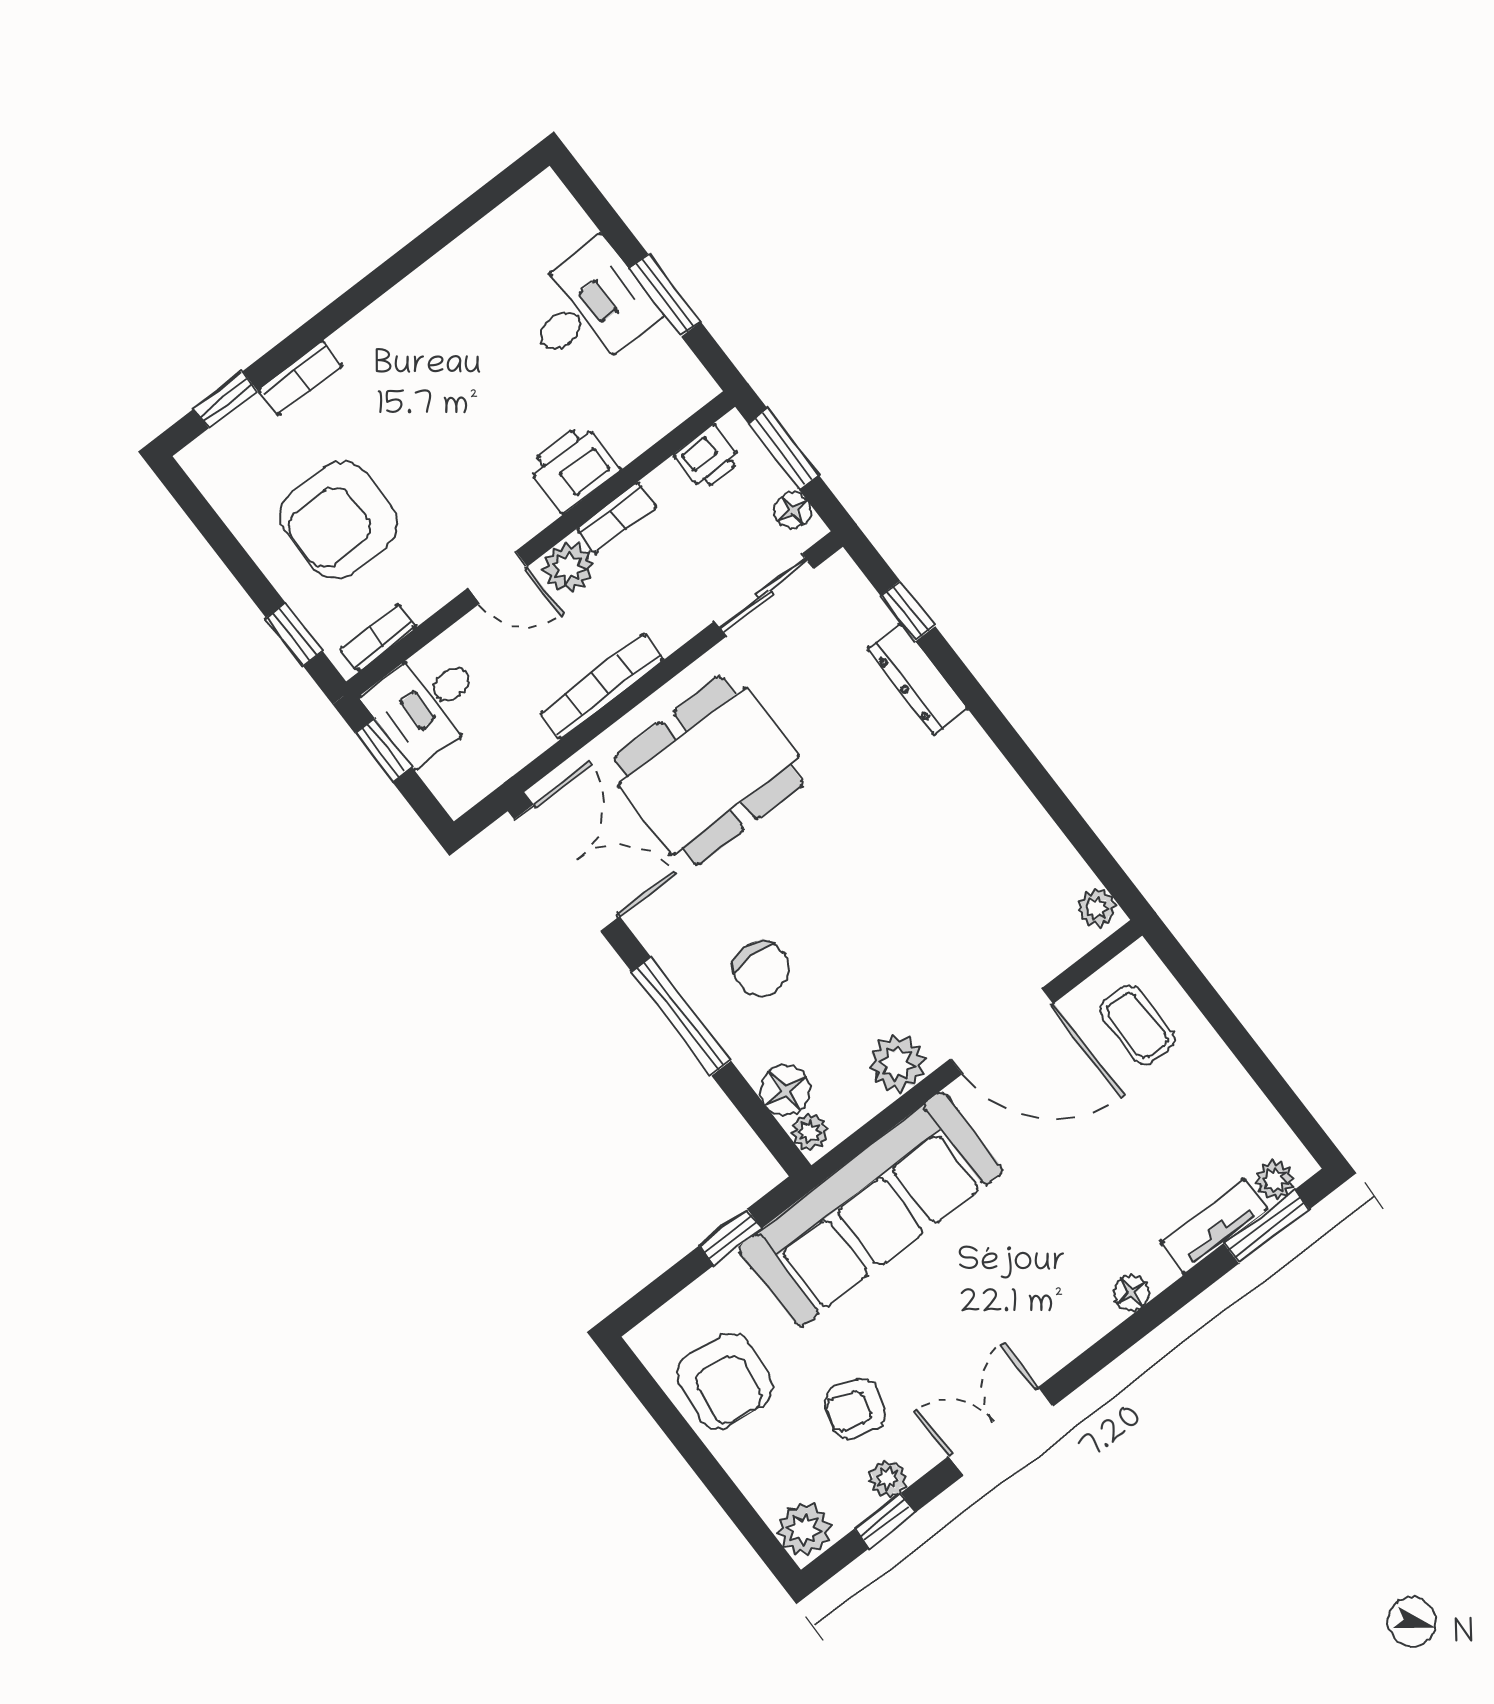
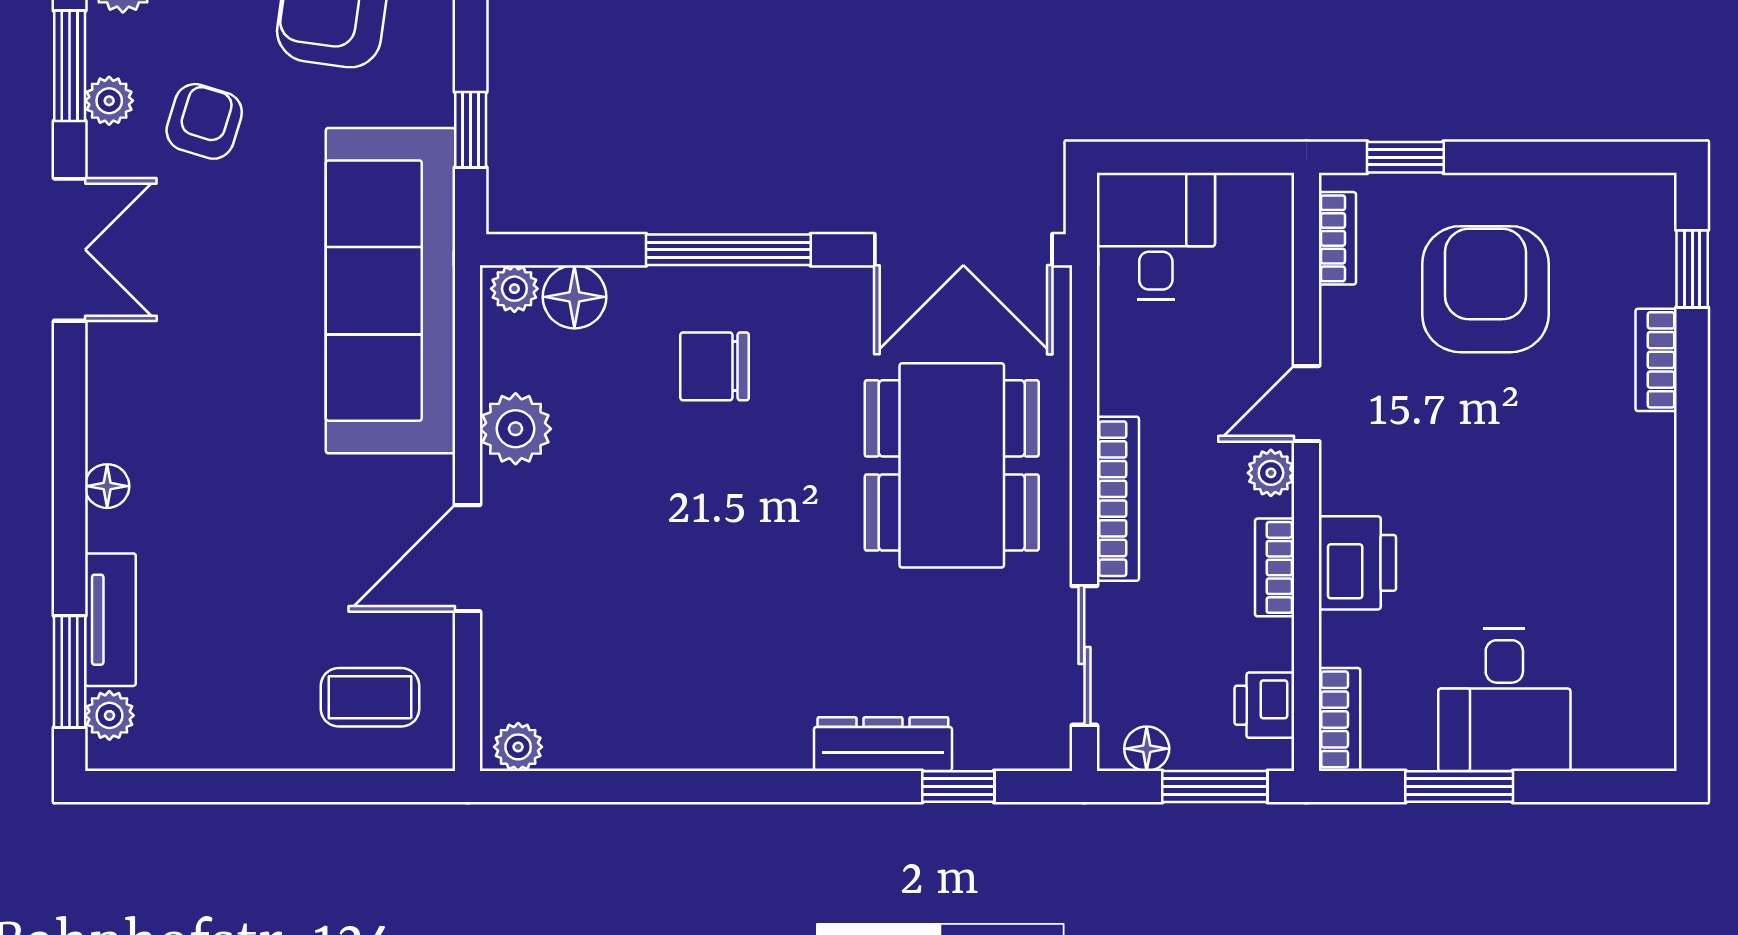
bookcase: (681, 403) -> (1340, 719), added
plant: (568, 567) -> (1271, 473), width x0.73, depth x0.73
bookcase: (602, 686) -> (1118, 499), moved
desk: (427, 703) -> (1156, 236), moved
window: (384, 750) -> (1222, 157), removed
door: (1002, 1031) -> (468, 558), width x0.73
window: (885, 1521) -> (70, 66), width x1.50

